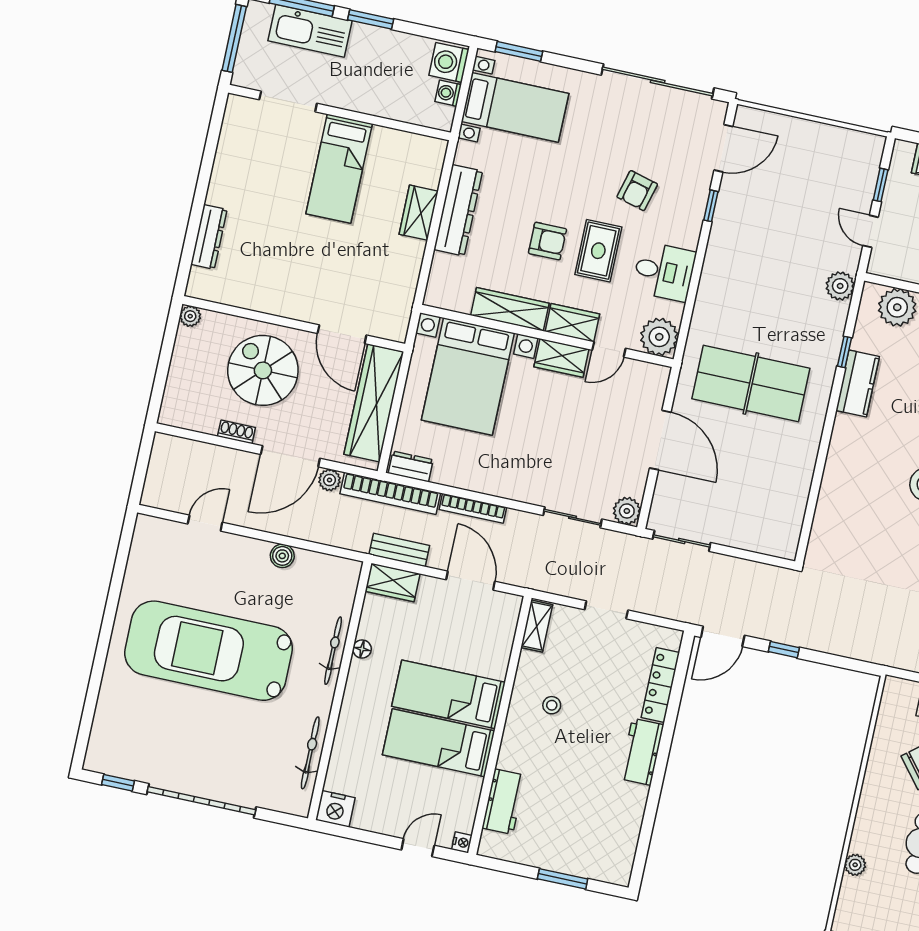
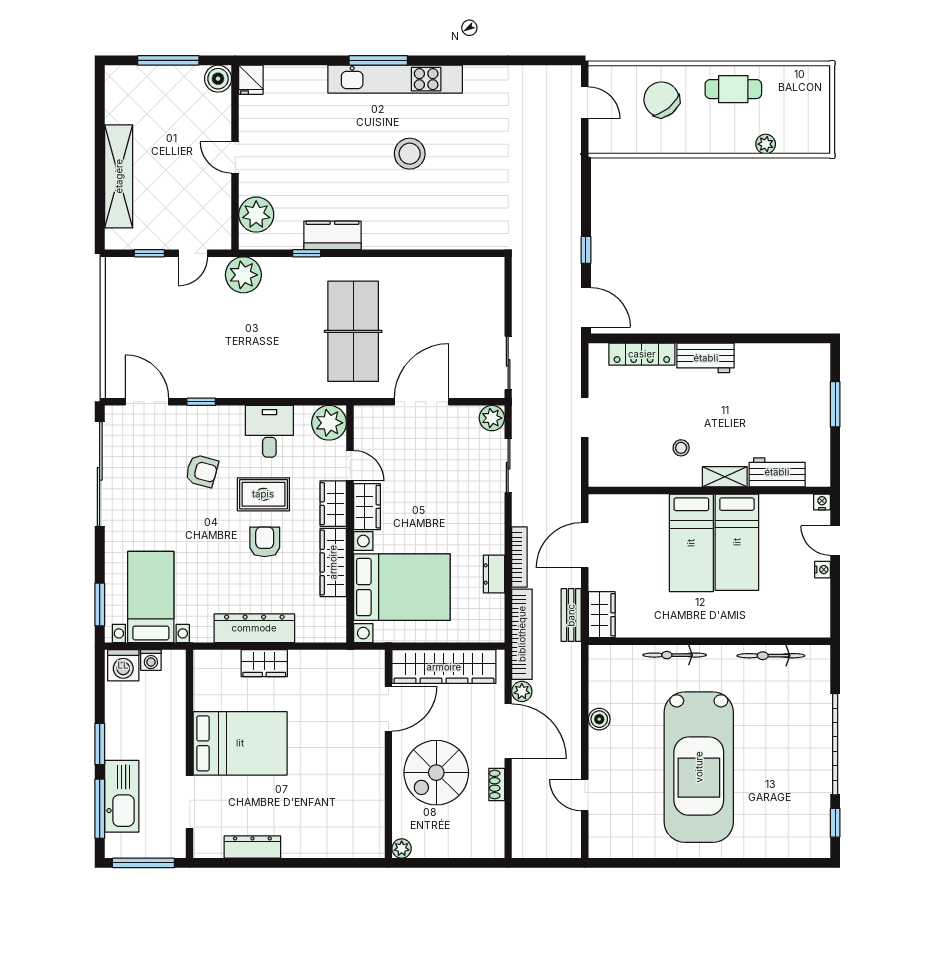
bed: (339, 169) -> (240, 743), width x1.50
dresser: (209, 237) -> (252, 847), moved
plant: (840, 286) -> (243, 275), width x1.36, depth x1.36
dresser: (411, 467) -> (494, 574), moved
shelving: (537, 626) -> (725, 477), moved
floor lamp: (362, 649) -> (667, 629), removed
nightstand: (335, 809) -> (823, 570), moved, width x0.53, depth x0.56

